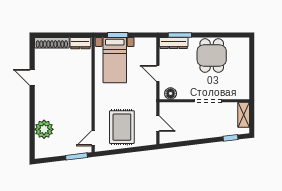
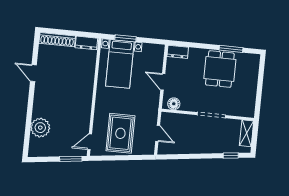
window: (180, 35) -> (231, 49), moved
dresser: (174, 43) -> (178, 52), width x0.70

